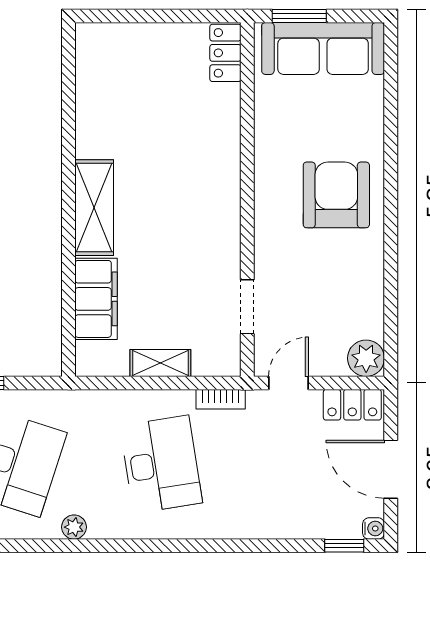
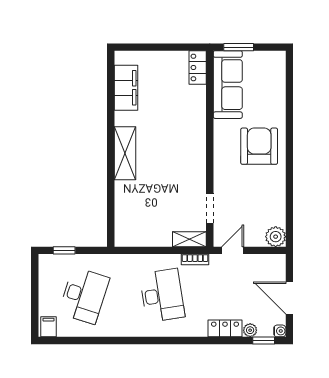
sofa: (323, 48) -> (228, 85), moved, turned -90
filing cabinet: (96, 299) -> (126, 88), moved
shelving: (160, 363) -> (189, 239), moved
locker: (352, 405) -> (225, 328), moved, turned 180
plant: (74, 527) -> (250, 330), moved

